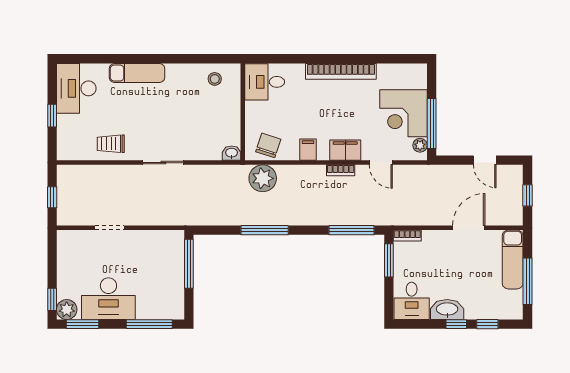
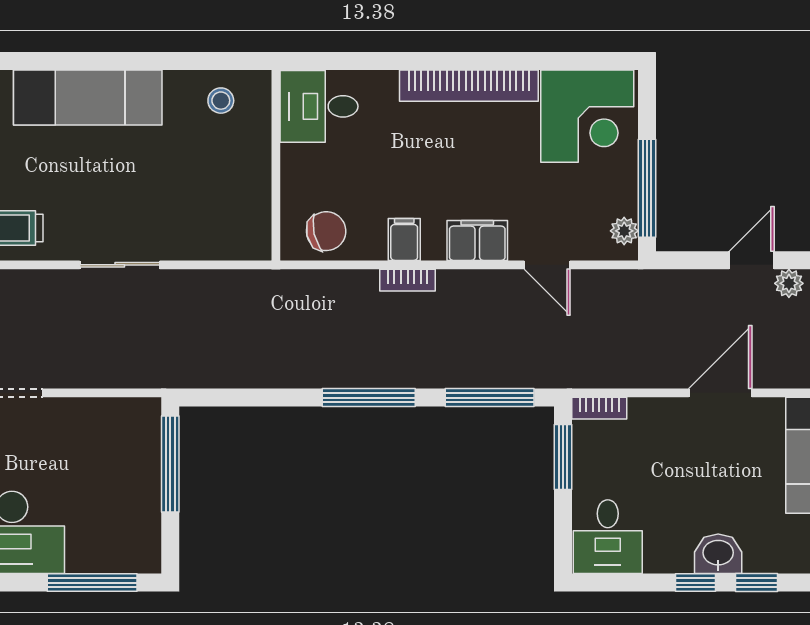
exam couch: (137, 73) -> (88, 98), width x1.36, depth x1.45
corner desk: (403, 113) -> (587, 116), moved, turned -90
chair: (268, 145) -> (326, 231), turned 59
washbasin: (232, 153) -> (254, 246), removed
door: (485, 160) -> (752, 260), swing flipped
bookcase: (341, 170) -> (408, 280), moved
plant: (263, 178) -> (789, 283), moved, width x0.53, depth x0.53
window: (265, 230) -> (369, 398), moved
washbasin: (447, 310) -> (718, 554), moved, width x0.72

